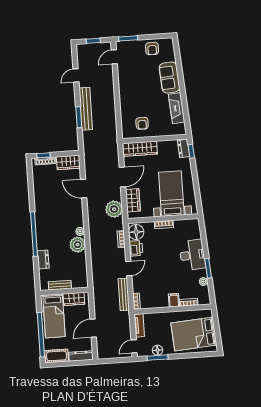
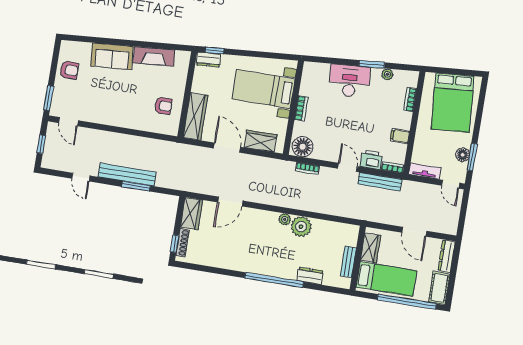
plant: (114, 209) -> (266, 168), removed
printer: (136, 248) -> (371, 160), moved
filing cabinet: (174, 300) -> (400, 136), moved

